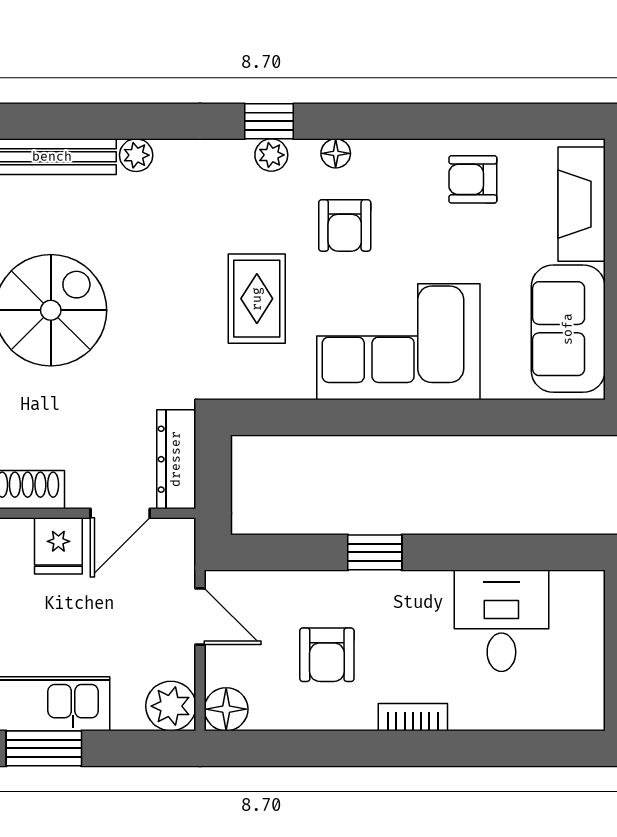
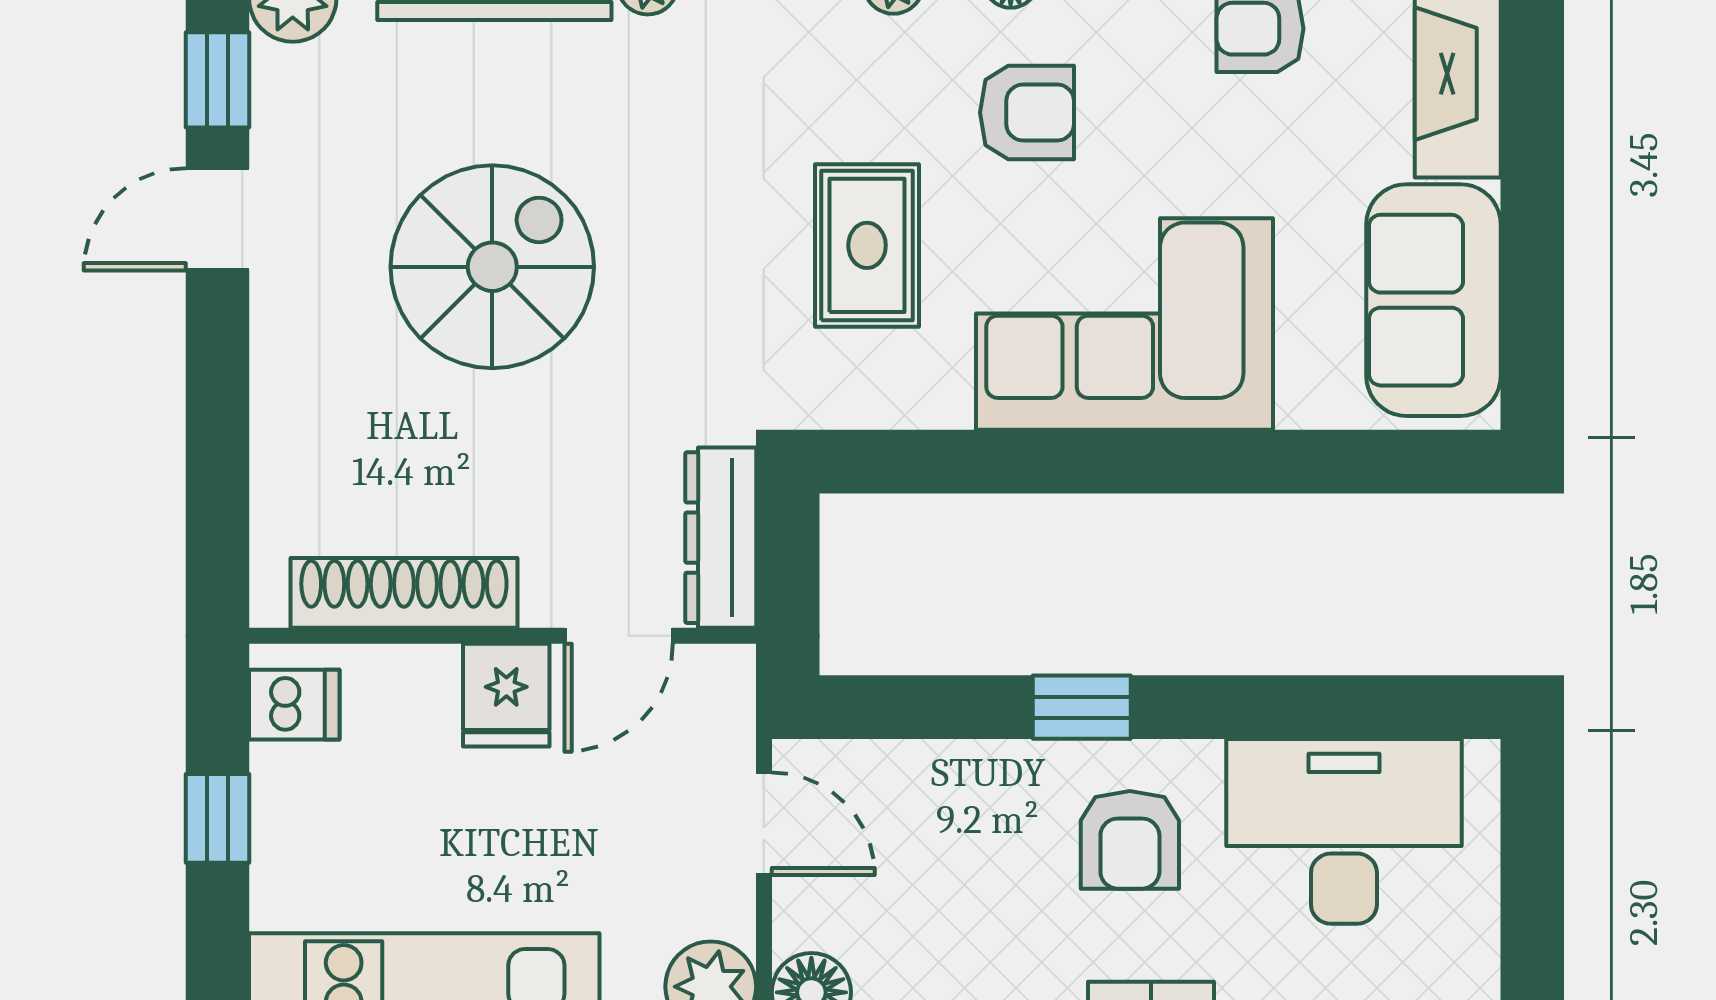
armchair: (345, 225) -> (1027, 113), turned -90
desk: (501, 621) -> (1344, 831), width x1.37
armchair: (327, 655) -> (1130, 840), moved

